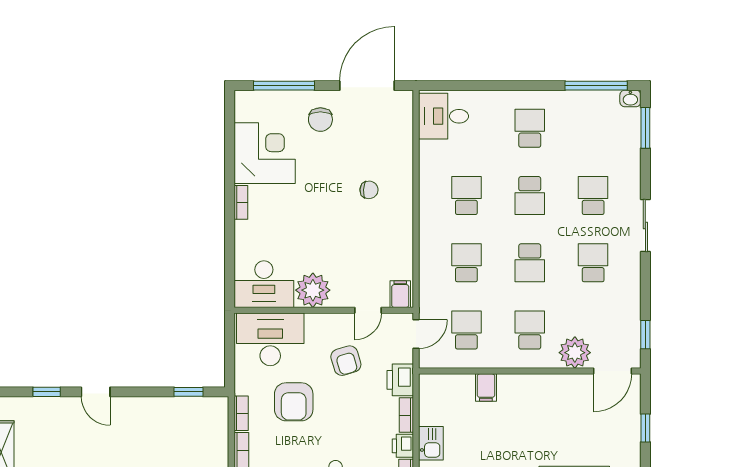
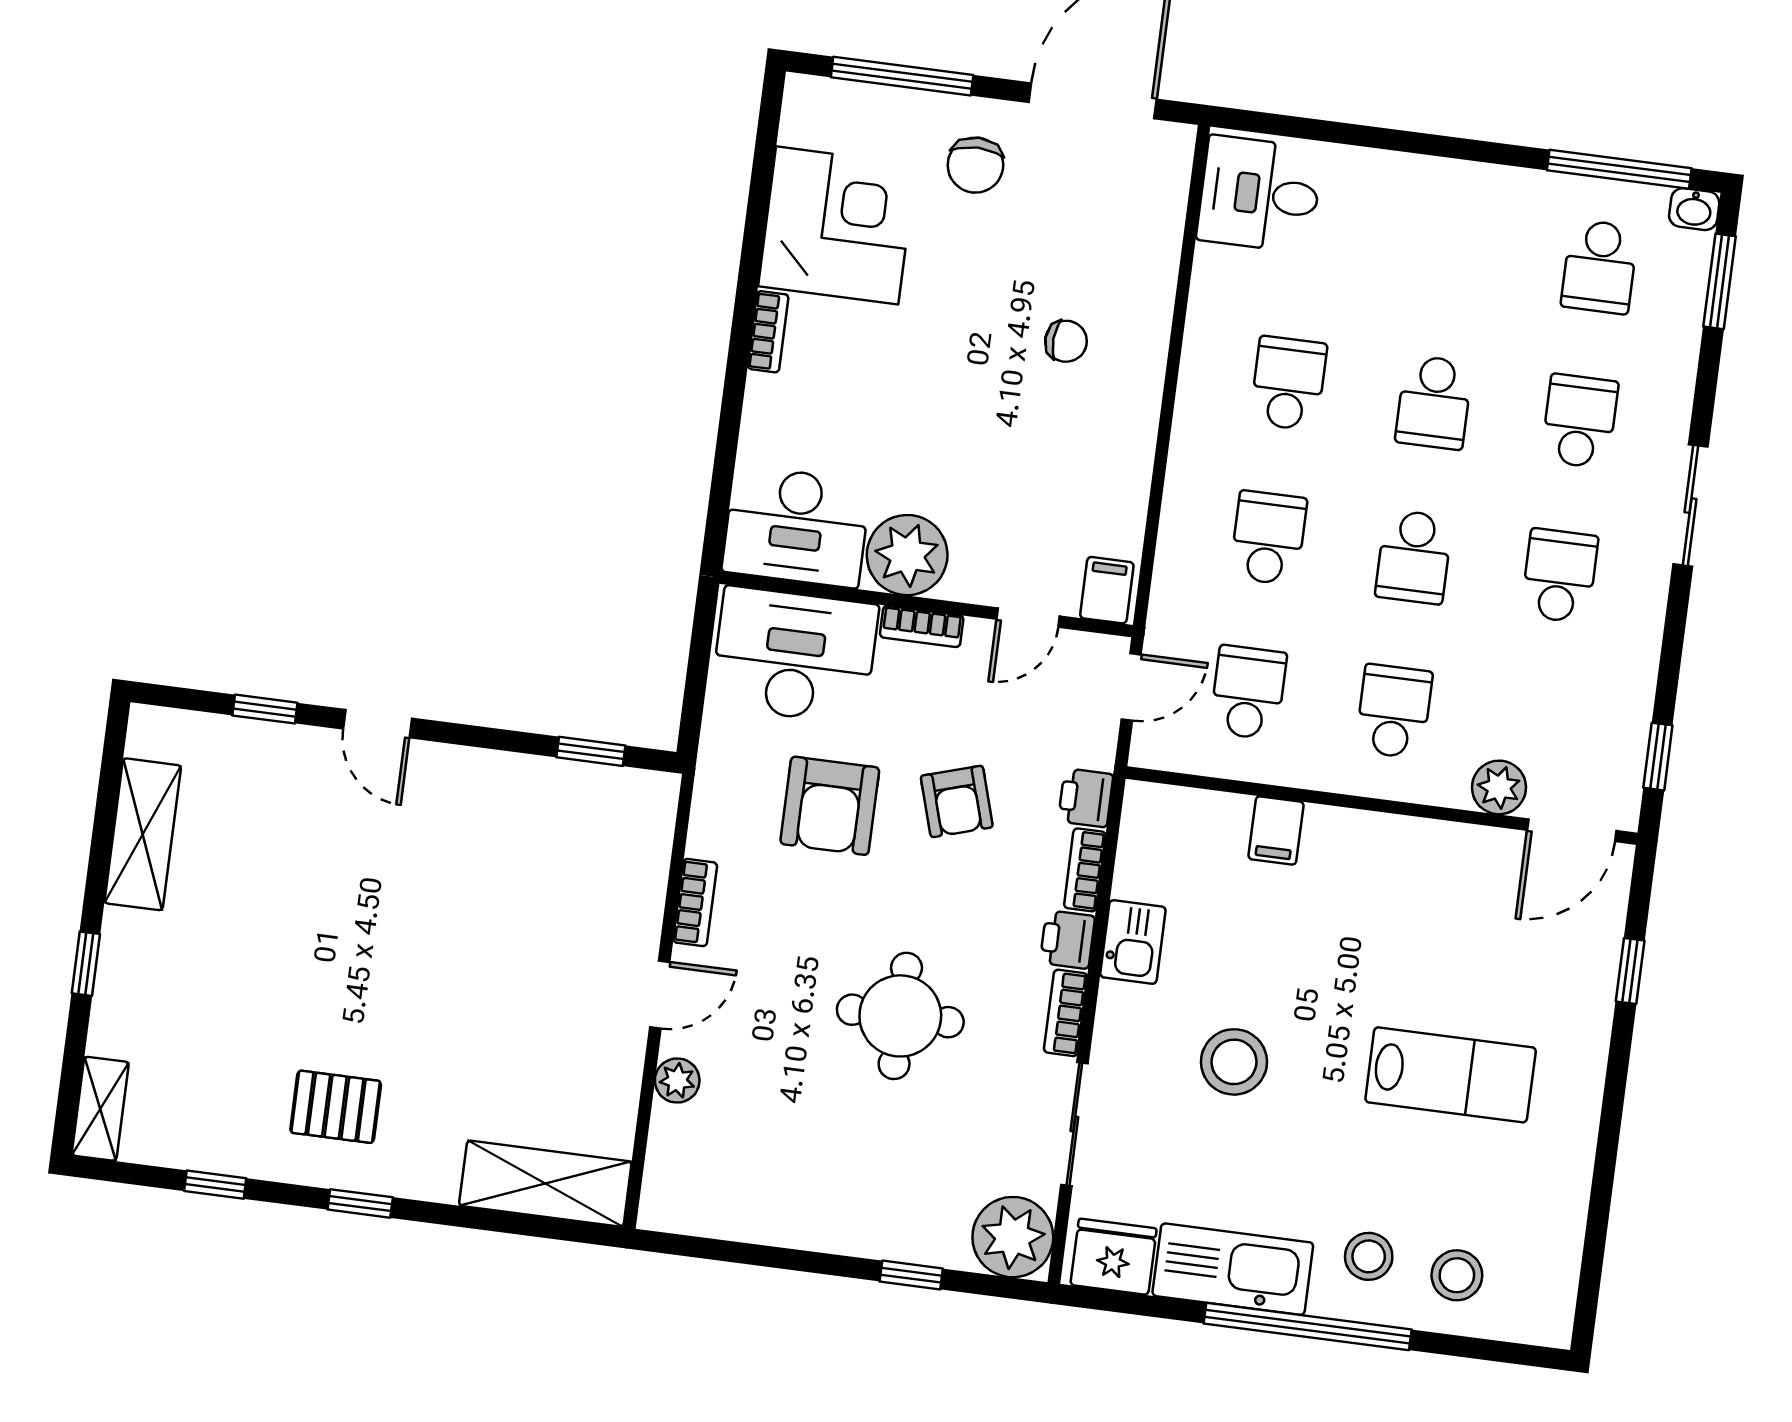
school desk: (530, 128) -> (1600, 267), moved, turned 180
plant: (575, 353) -> (1499, 787), width x0.73, depth x0.73
armchair: (346, 361) -> (957, 801), moved
printer: (400, 380) -> (1086, 798), width x0.73, depth x0.81
bookcase: (241, 413) -> (922, 626), moved, turned 90

